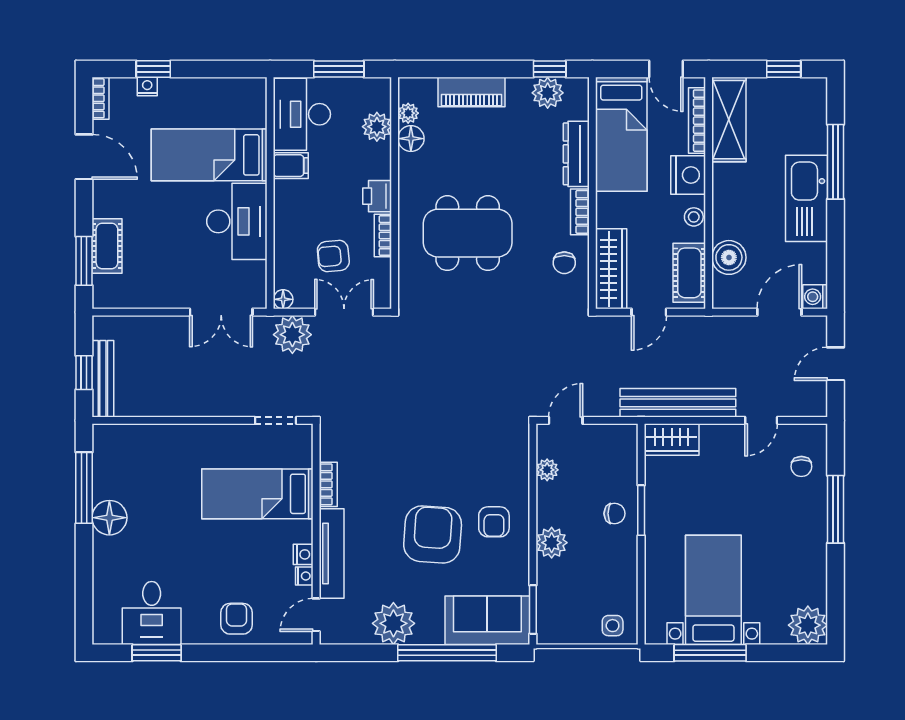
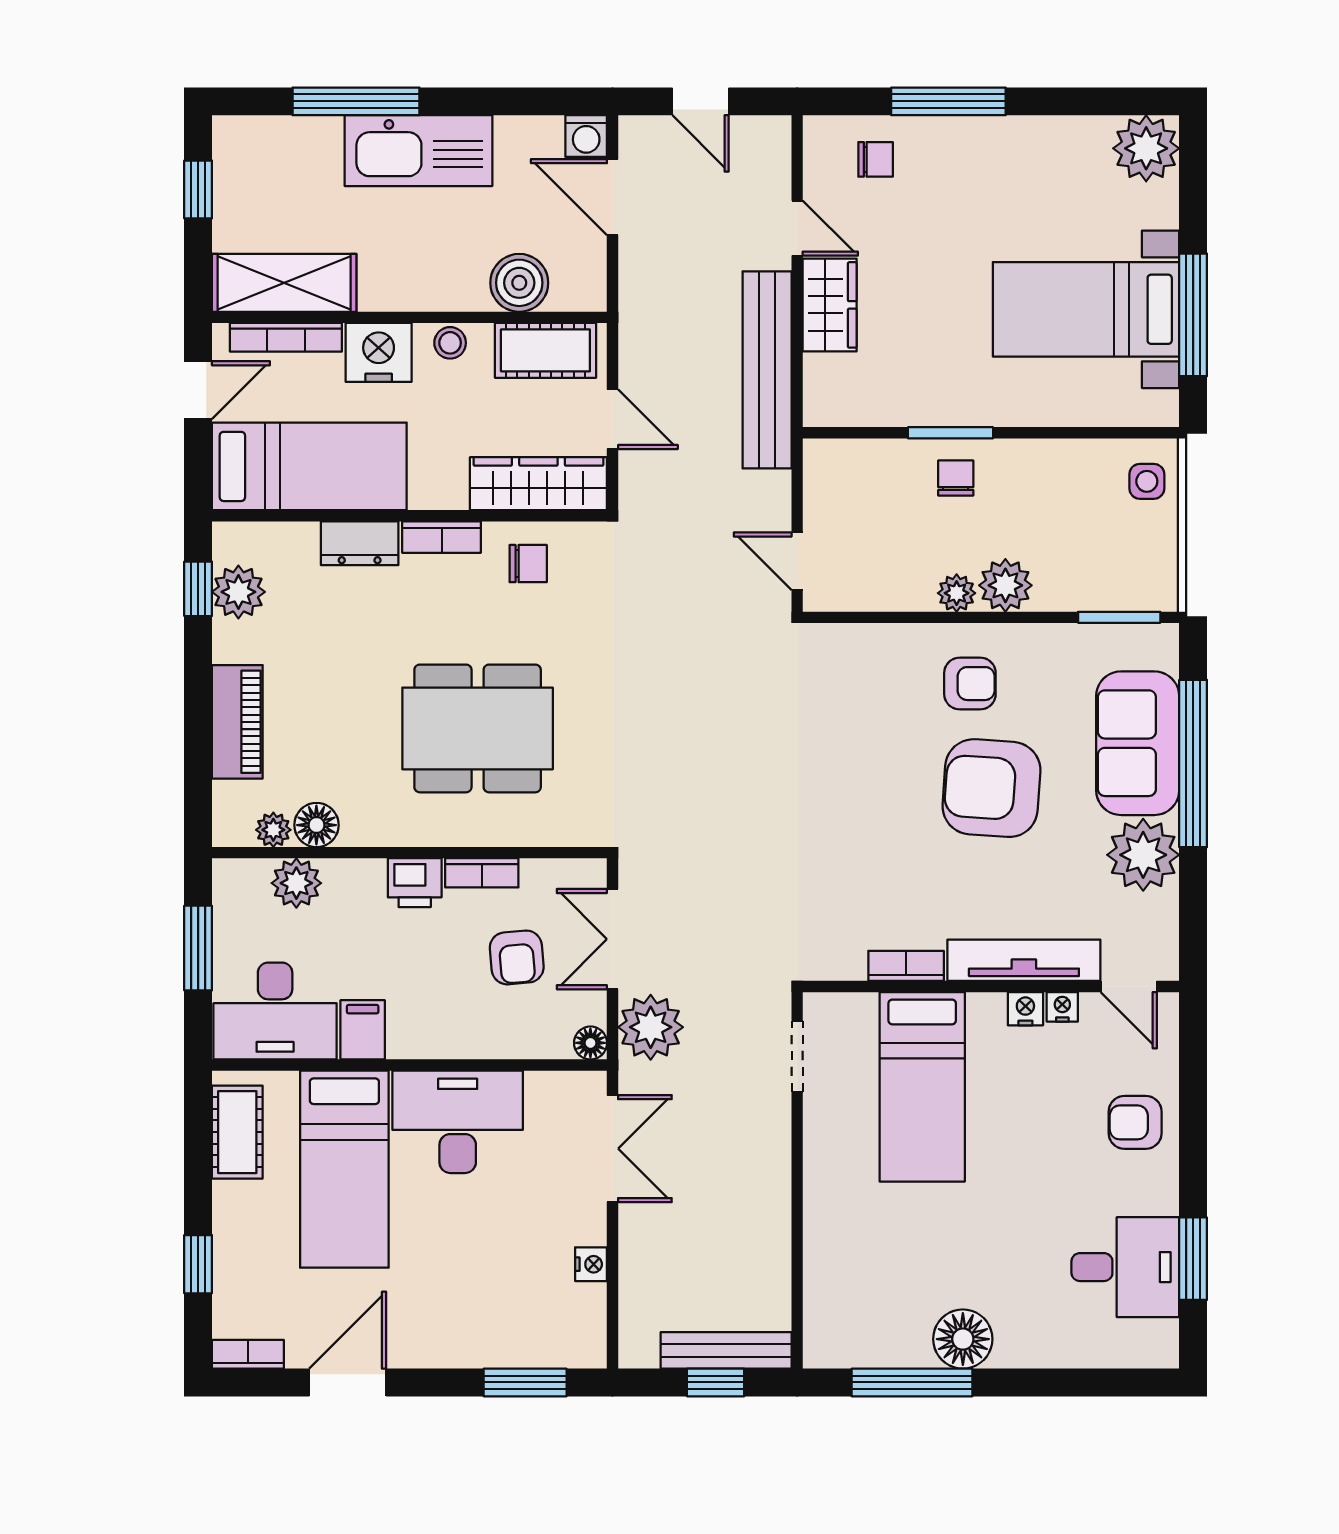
nightstand: (147, 87) -> (591, 1264), moved, turned 180
dresser: (576, 154) -> (360, 543), width x0.70
dining table: (468, 233) -> (478, 728), turned 90
cot: (107, 246) -> (237, 1132), moved, turned 90
wardrobe: (672, 440) -> (830, 305), moved
plant: (547, 470) -> (957, 593), moved
sofa: (487, 620) -> (1138, 743), moved

